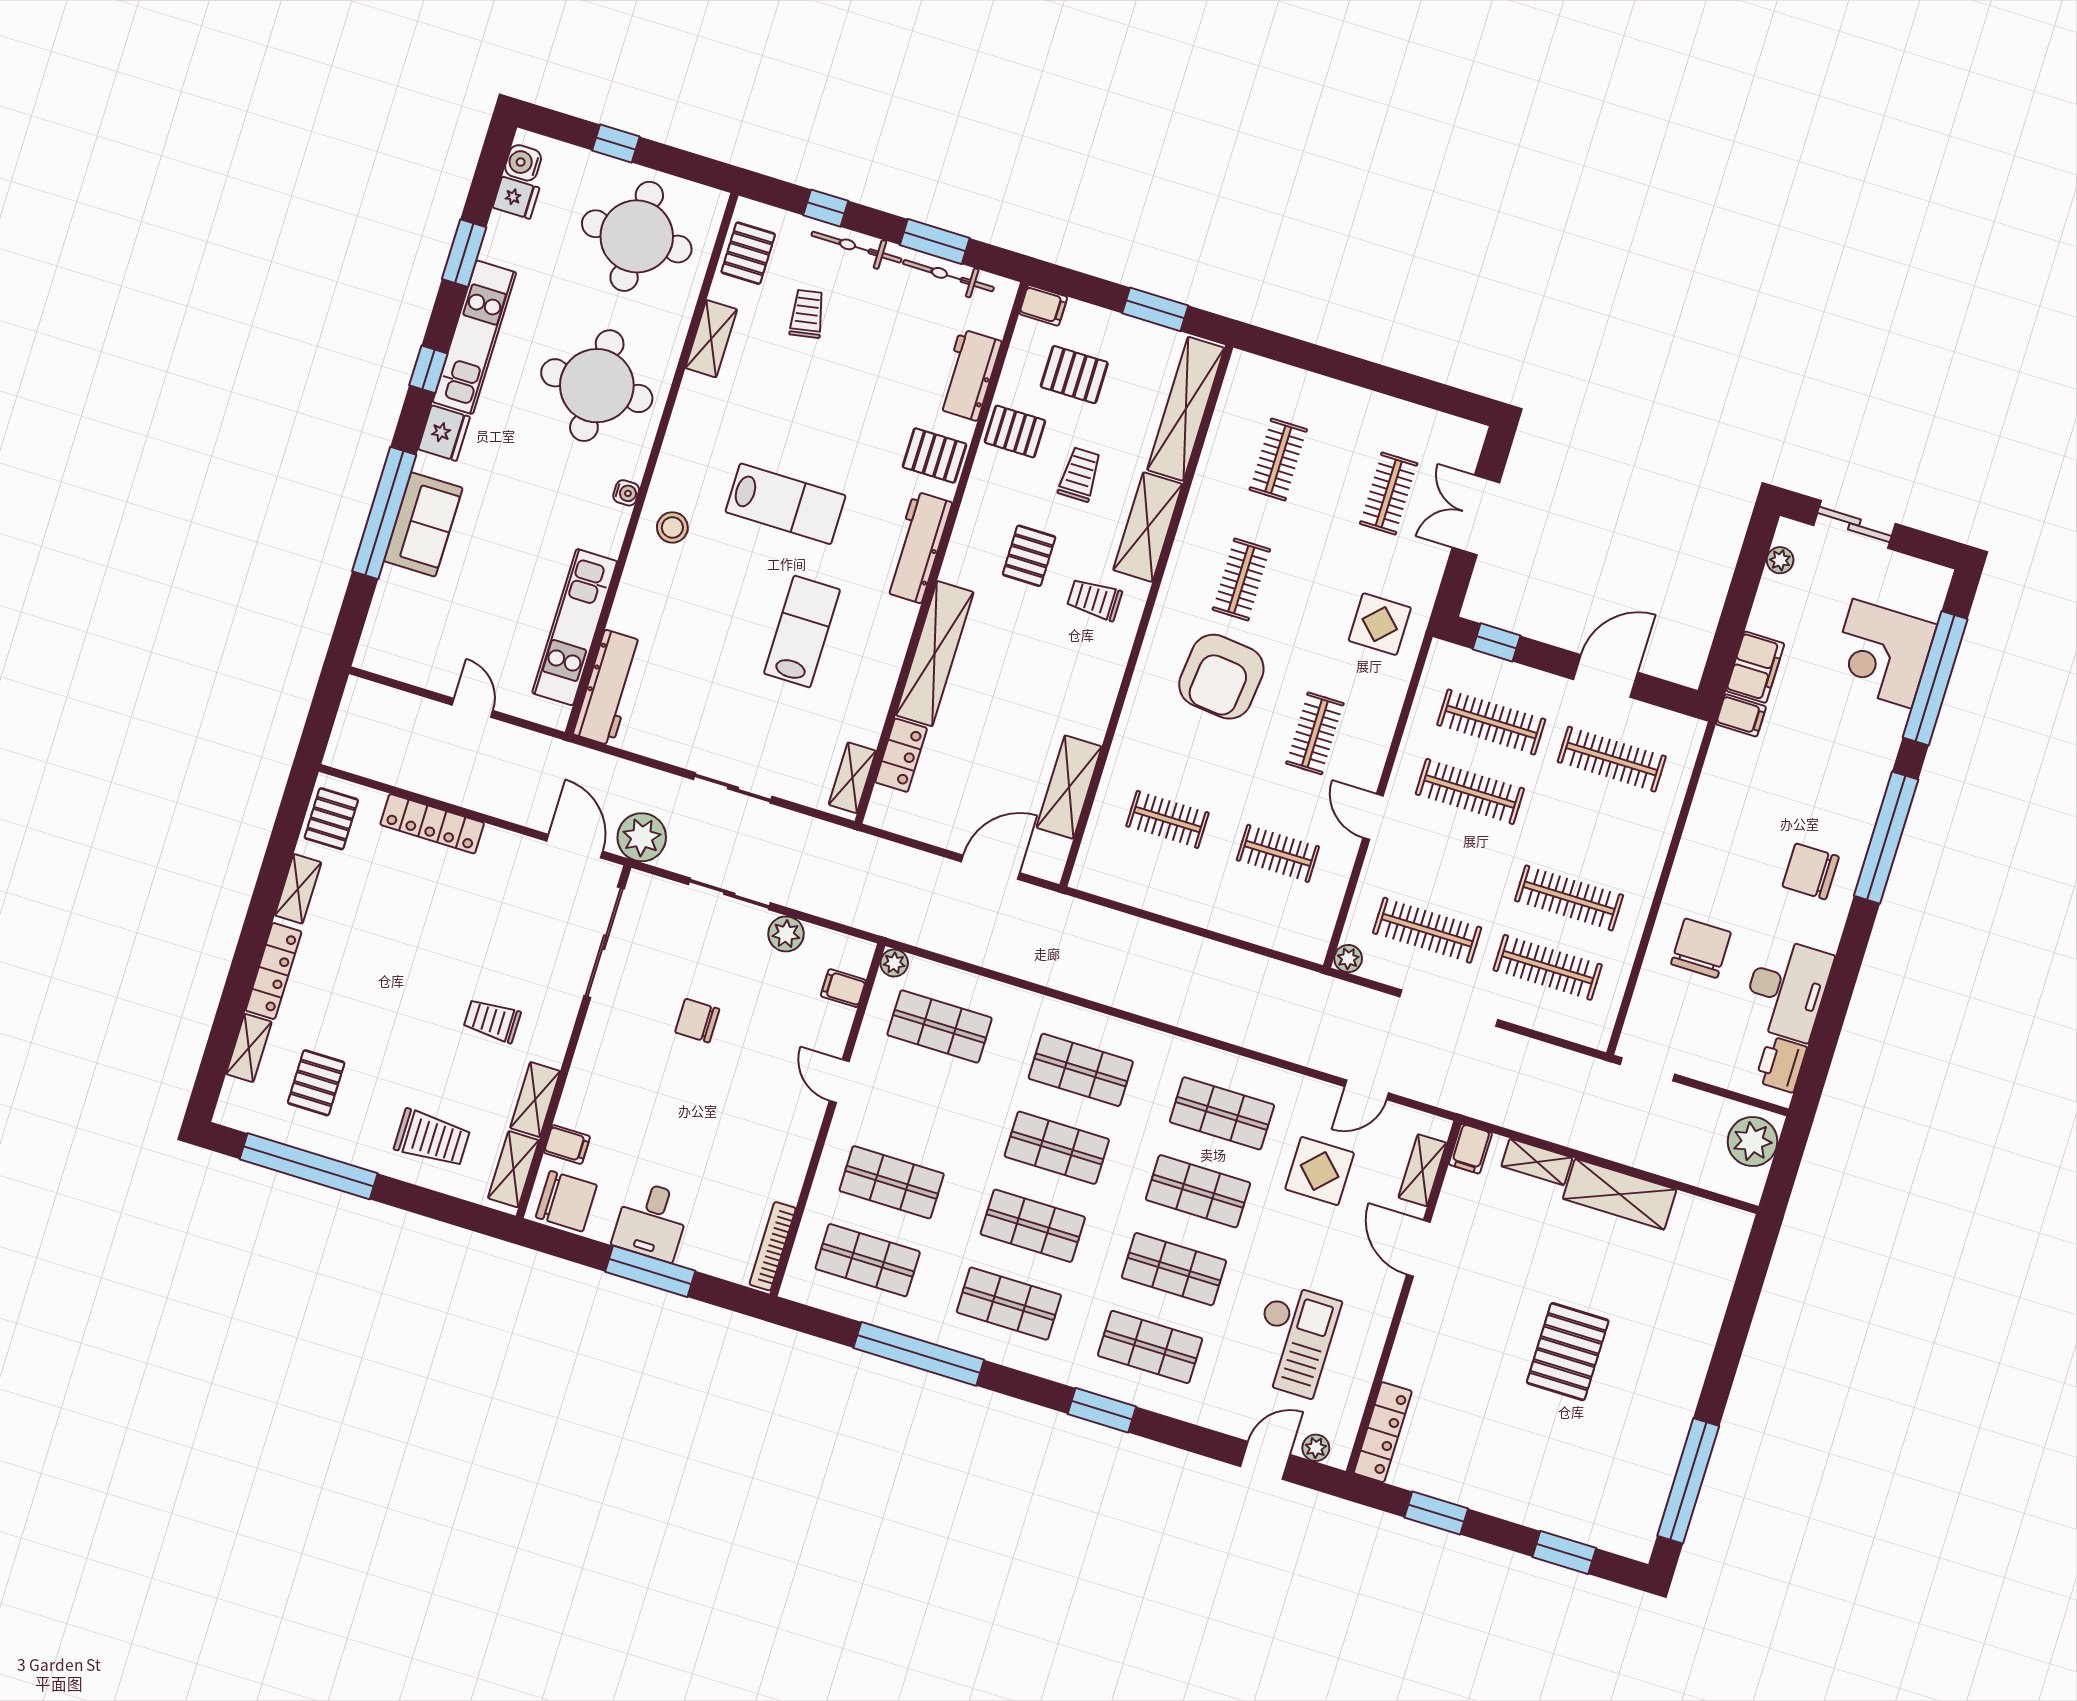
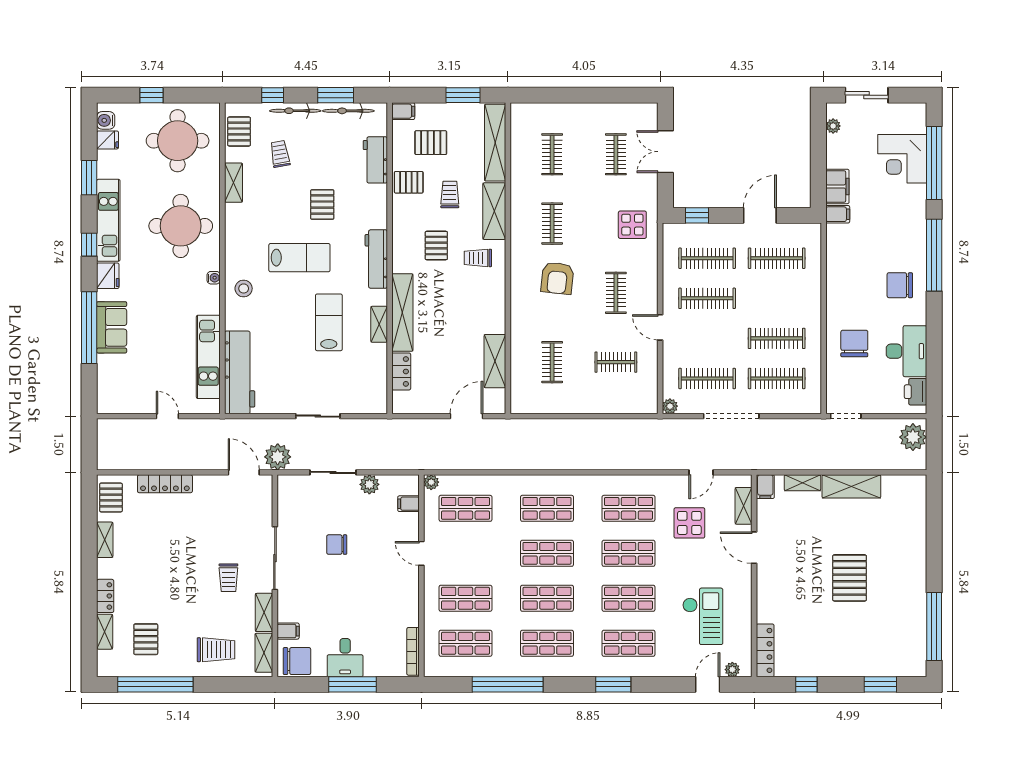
pallet: (934, 455) -> (322, 205), moved, turned 90
armchair: (1221, 677) -> (557, 278), width x0.73, depth x0.73
workbench: (609, 688) -> (240, 372), width x1.36, depth x1.32
shelving: (852, 778) -> (379, 324), moved
clothes rail: (1168, 819) -> (552, 362), turned 90
sliding door: (604, 942) -> (275, 558), moved
locker: (274, 971) -> (105, 596), width x0.66
trolley: (492, 1020) -> (228, 578), turned -90
window: (1436, 1513) -> (806, 684), width x0.67

